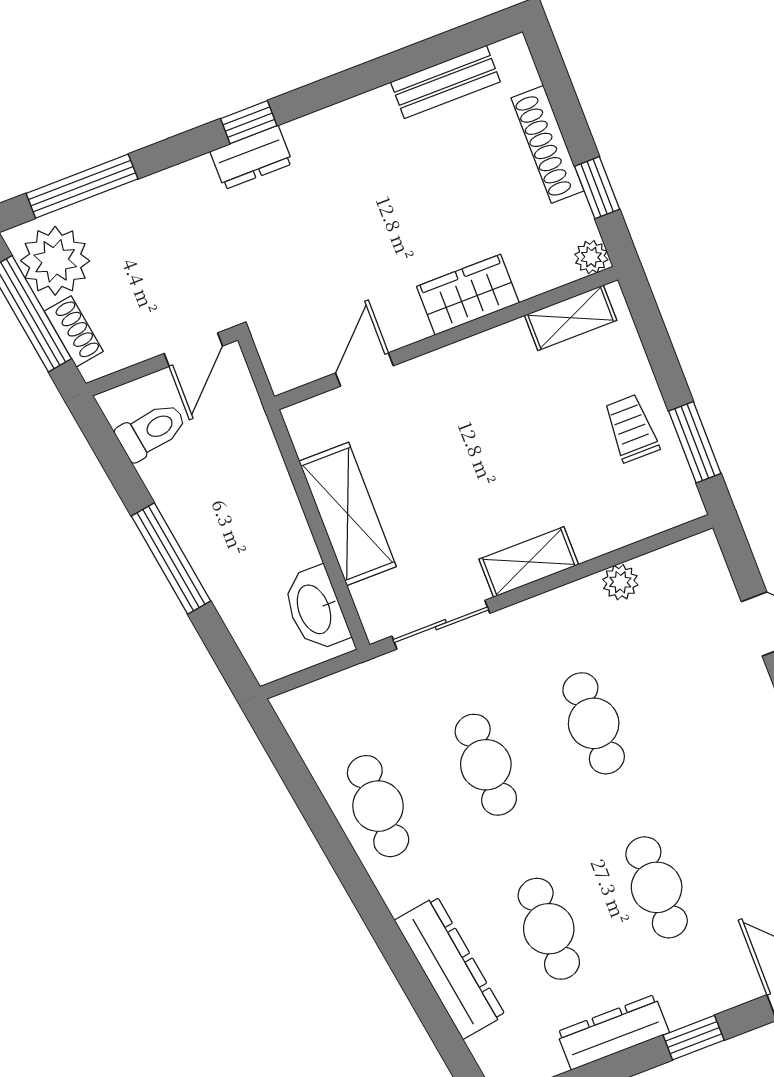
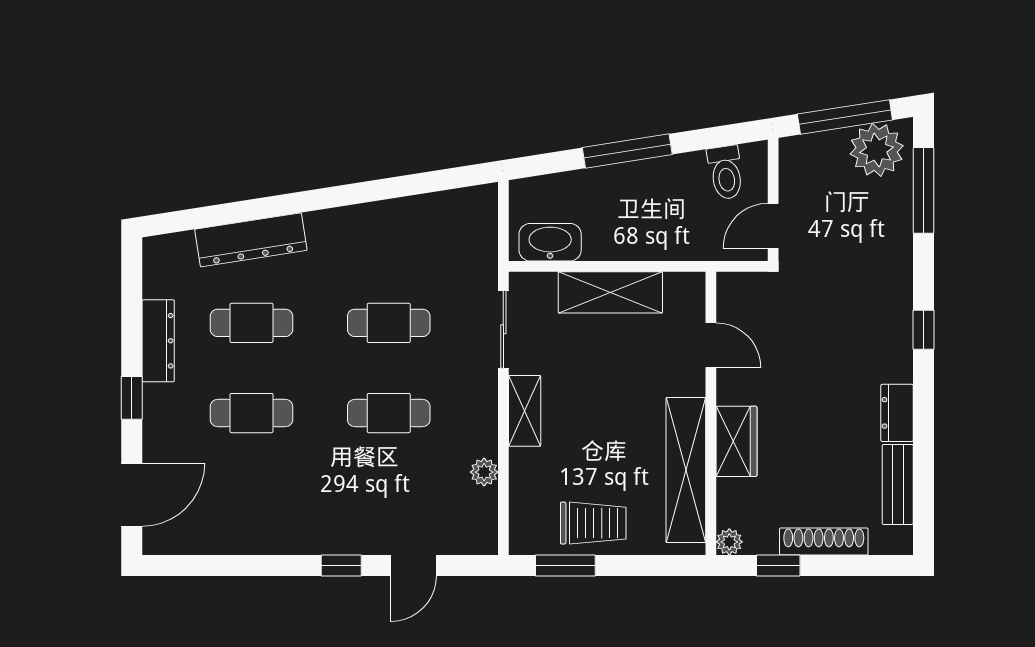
dresser: (251, 158) -> (897, 413), moved
shelving: (571, 318) -> (686, 470), width x2.20, depth x1.33
shoe rack: (74, 331) -> (820, 144), removed
door: (193, 350) -> (773, 226), hinge flipped
trolley: (631, 428) -> (593, 523), width x1.36, depth x1.39
cafe table: (378, 806) -> (389, 233), removed

